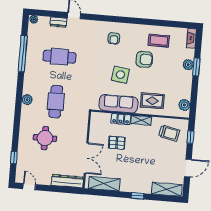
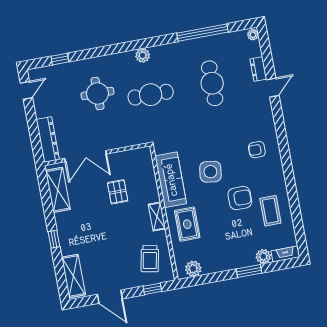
armchair: (144, 59) -> (240, 198), turned -90
plant: (188, 65) -> (263, 256), moved
locker: (121, 119) -> (151, 189), removed

